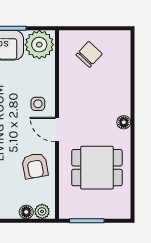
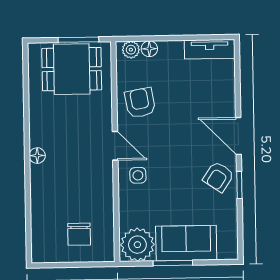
chair: (89, 54) -> (79, 234), turned -43
dining table: (97, 168) -> (72, 69), moved

